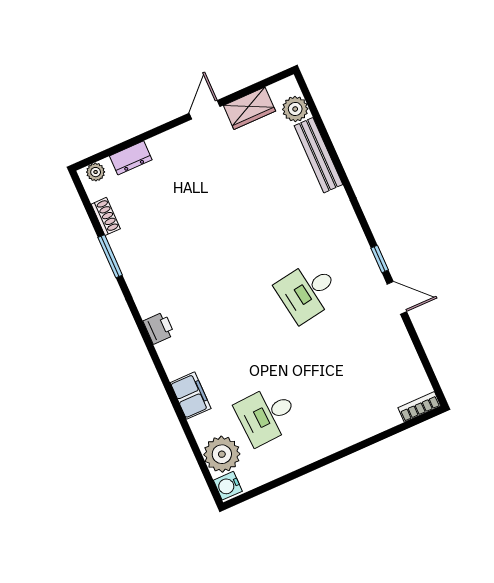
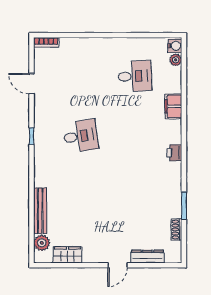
door: (205, 110) -> (118, 265), moved
dresser: (131, 158) -> (147, 256), width x1.44
plant: (96, 172) -> (171, 257), removed
door: (397, 298) -> (32, 84), moved
plant: (222, 454) -> (176, 60), width x0.53, depth x0.53

